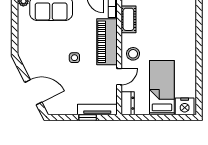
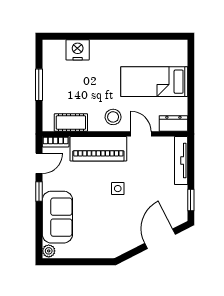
nightstand: (185, 106) -> (78, 50), moved, turned -90
window: (88, 117) -> (191, 200), moved

